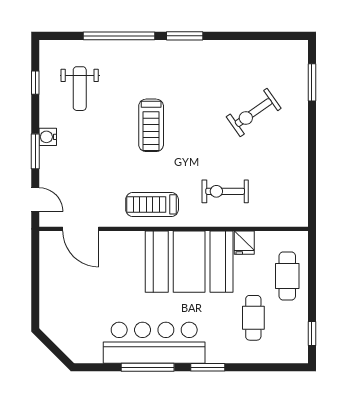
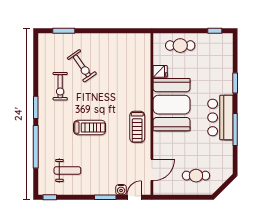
window: (35, 83) -> (50, 197), moved
water cooler: (48, 137) -> (121, 190), moved
exercise bike: (225, 191) -> (60, 86), moved
cafe table: (253, 318) -> (196, 176), moved
bar counter: (154, 343) -> (220, 117), width x0.73
window: (208, 367) -> (235, 83), moved

